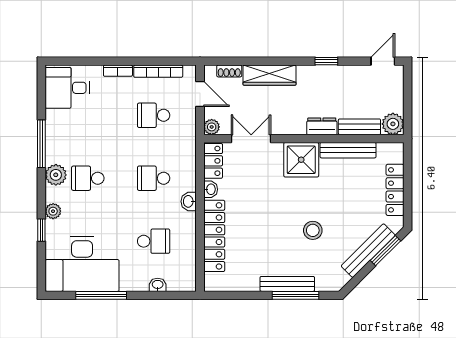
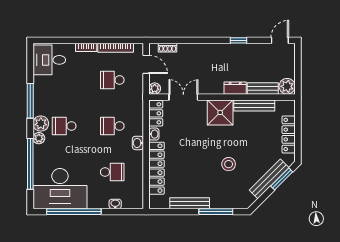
wardrobe: (270, 75) -> (197, 51), removed
plant: (53, 211) -> (39, 138), moved
window: (41, 230) -> (30, 164), width x3.17
bench: (287, 284) -> (190, 203), moved
window: (101, 295) -> (74, 212), width x1.46

